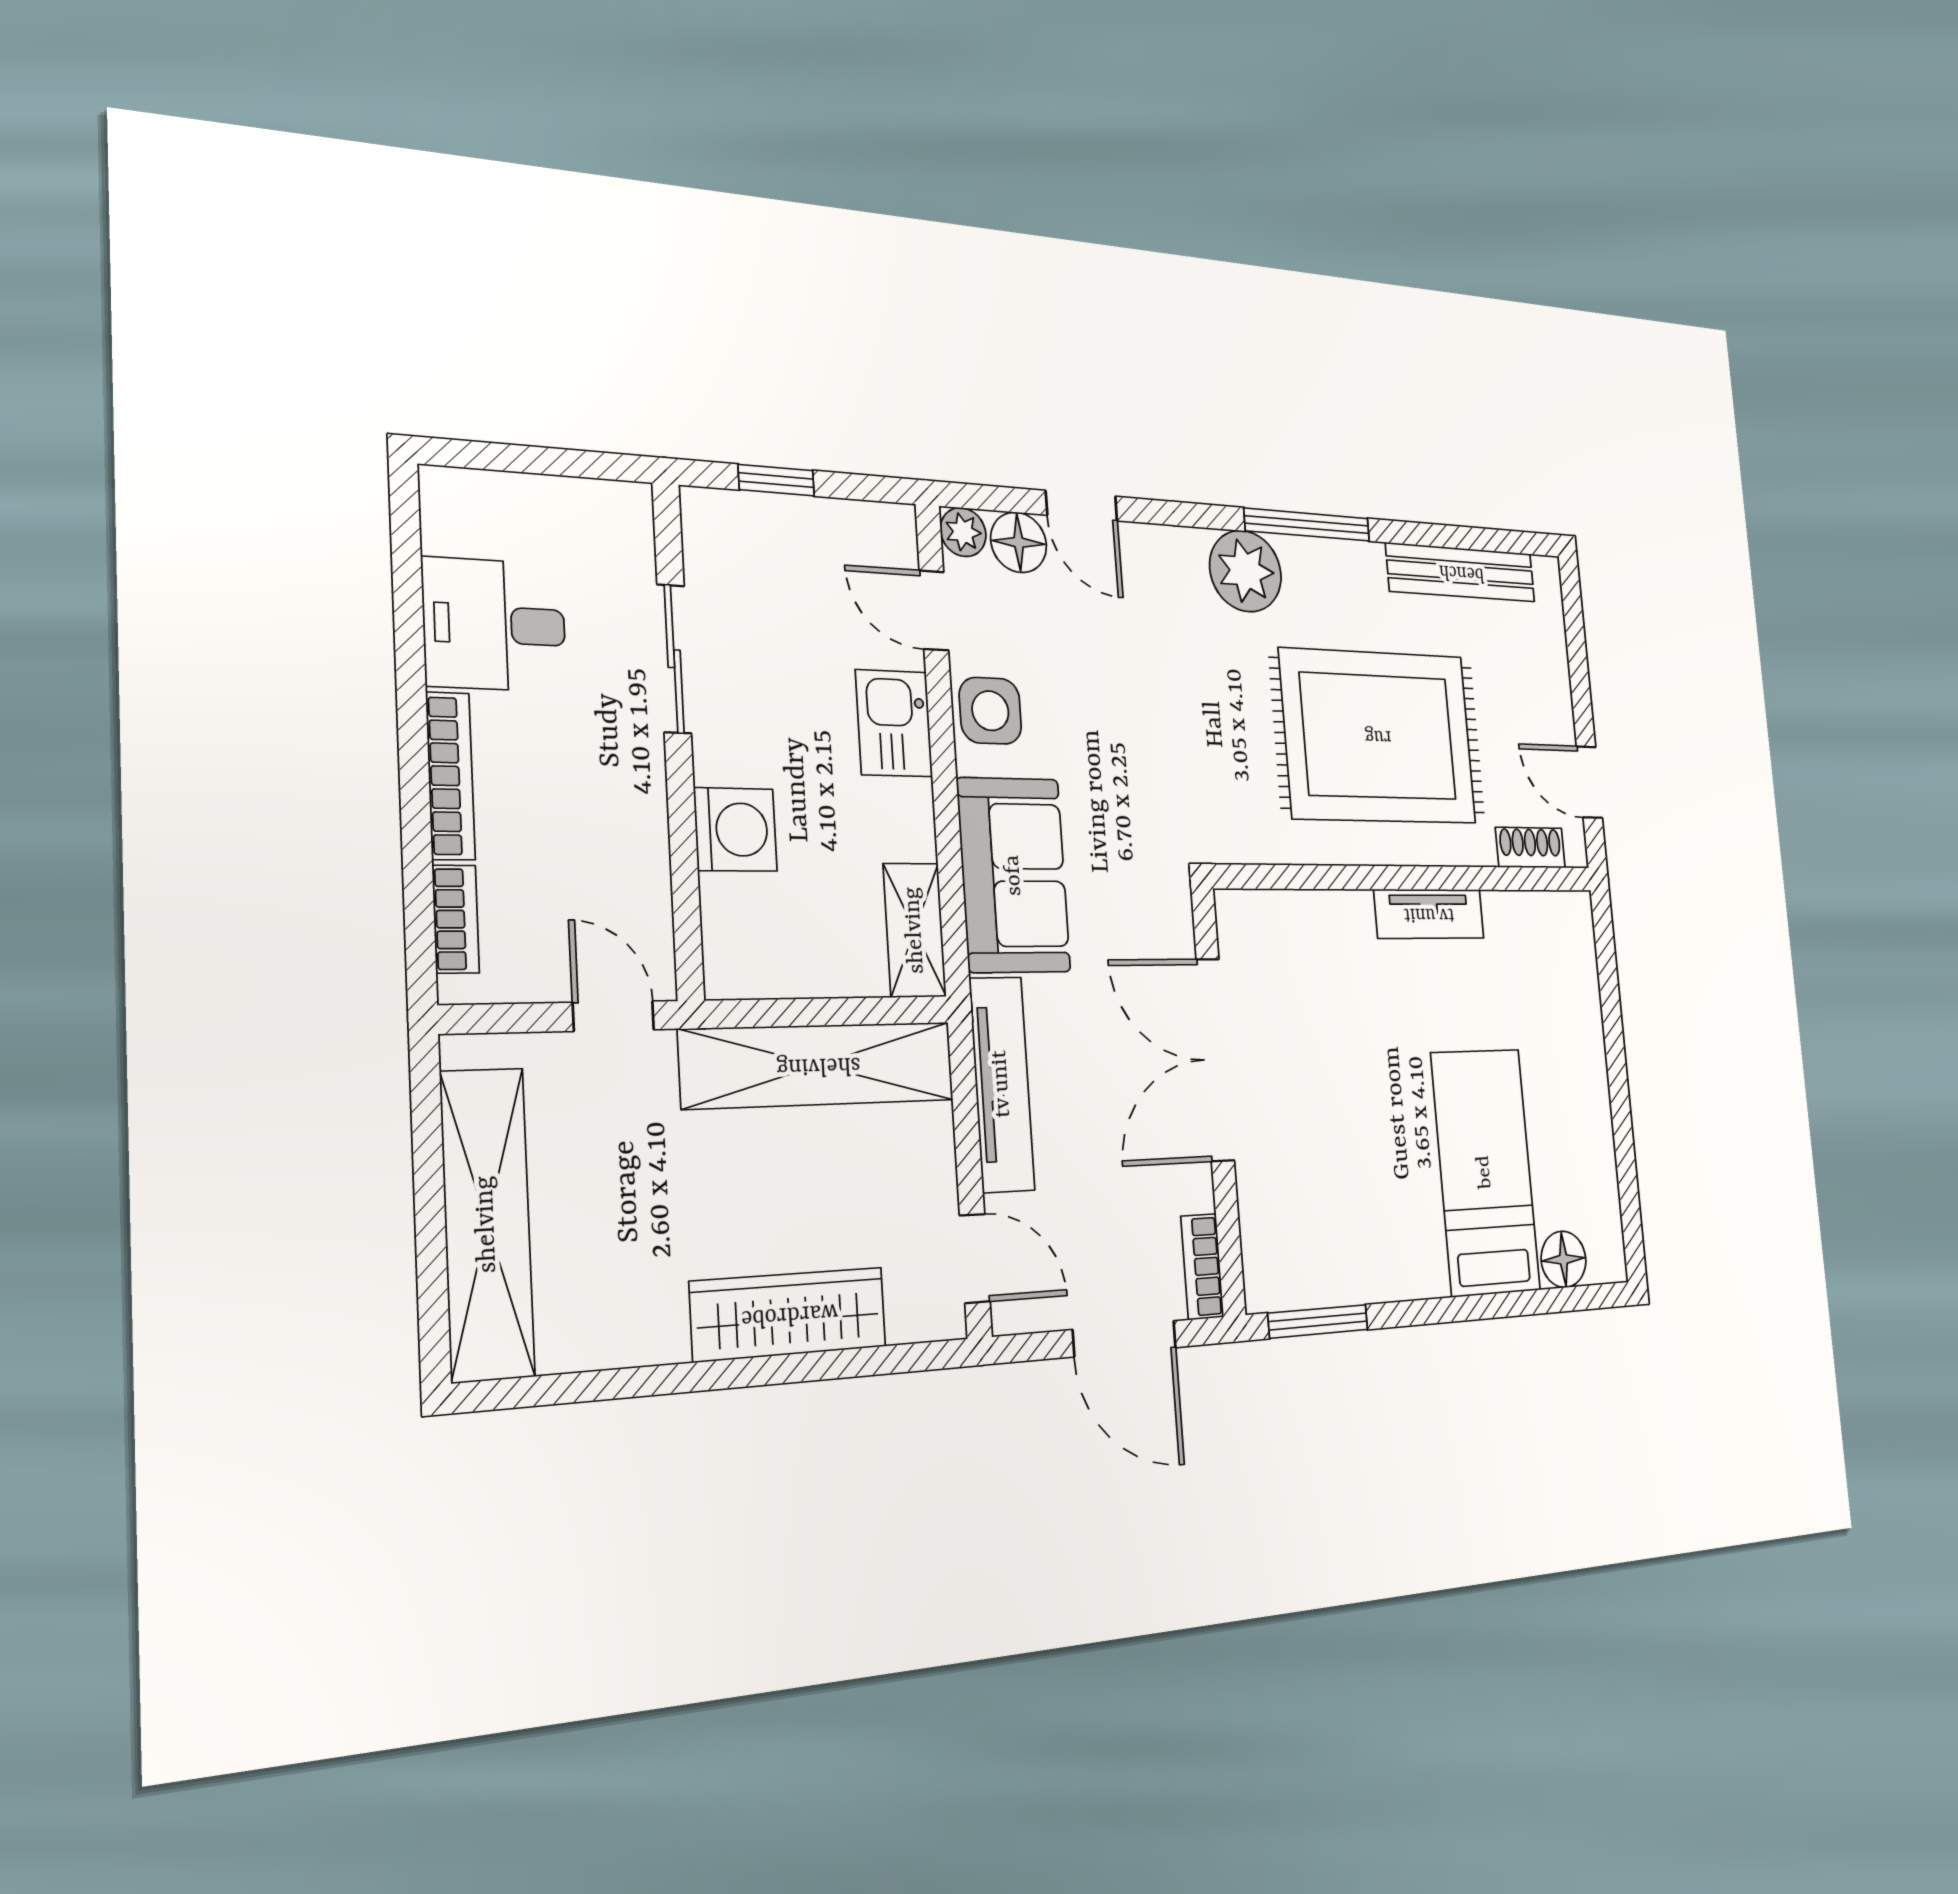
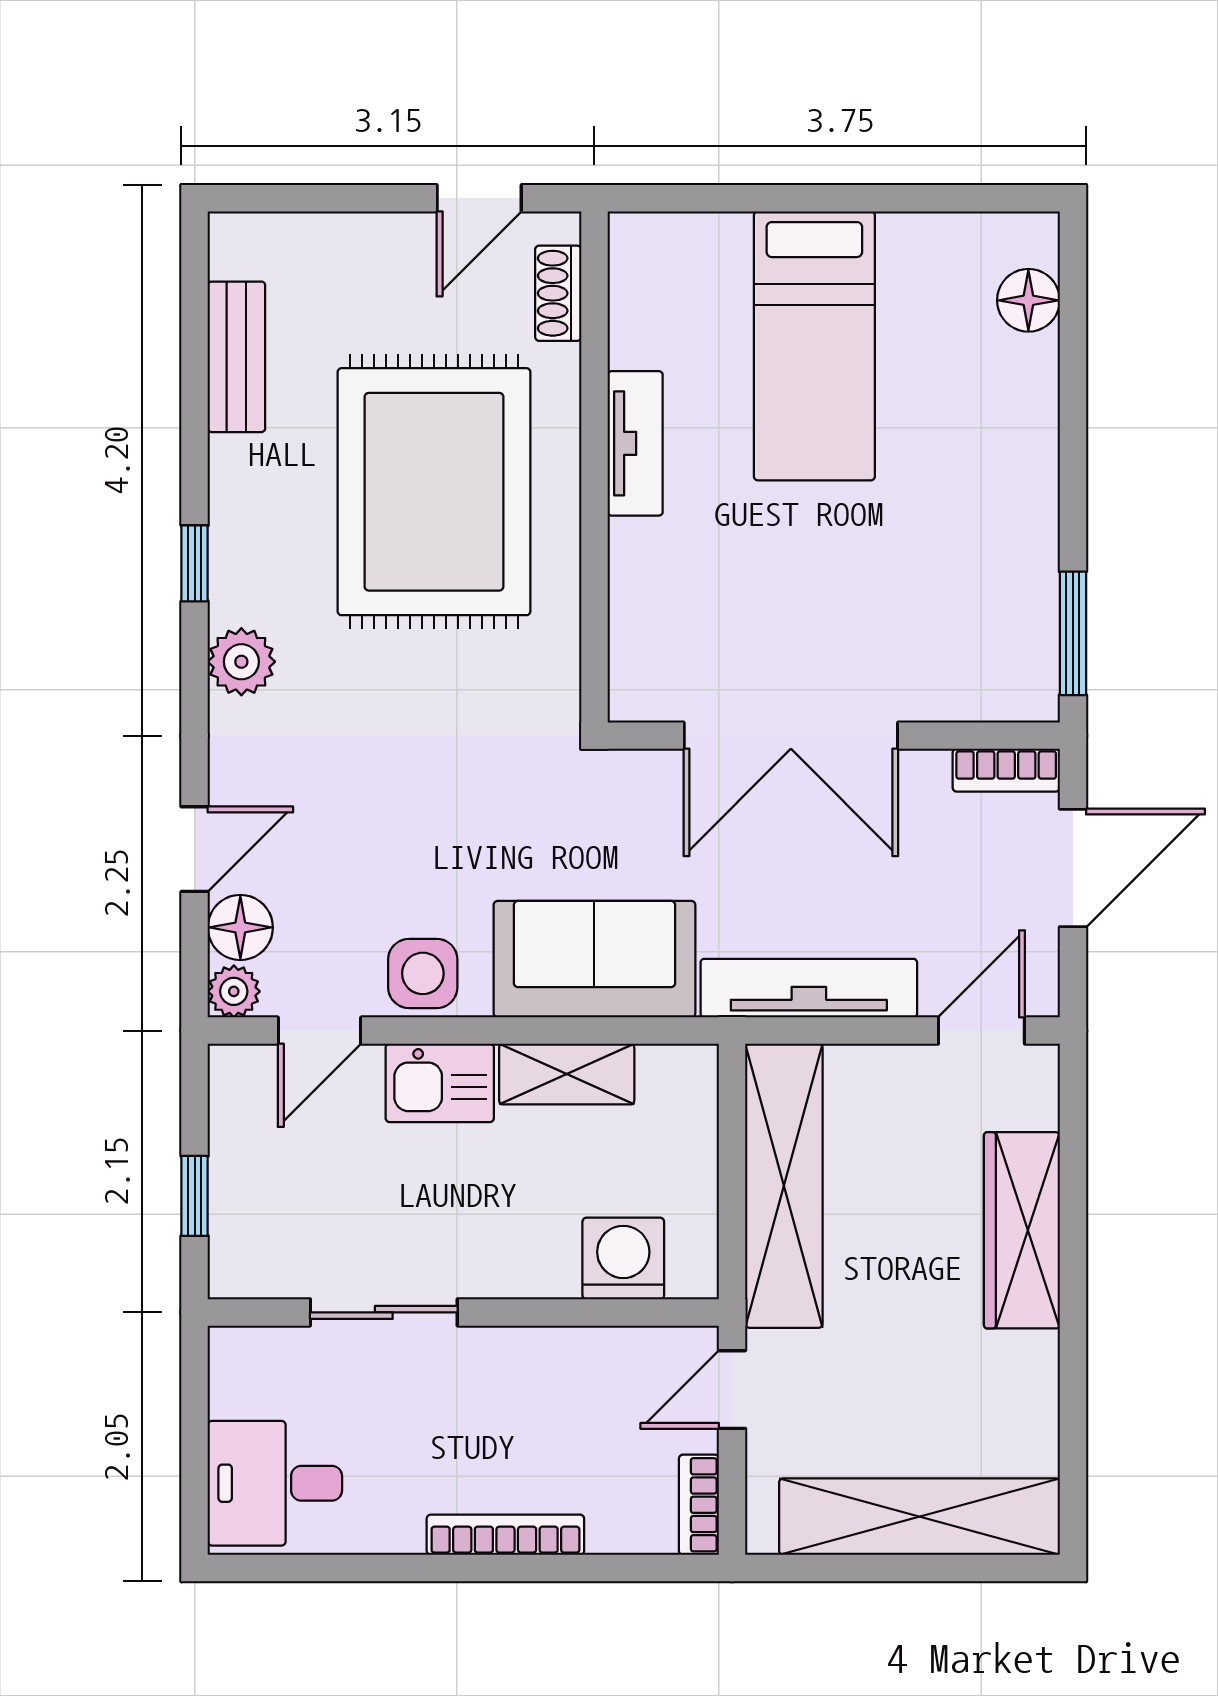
window: (1307, 525) -> (195, 563), width x0.46
plant: (1246, 571) -> (241, 662), width x0.73, depth x0.73
bench: (1461, 572) -> (236, 357), width x0.73
desk: (495, 625) -> (275, 1483), moved, turned 90
washing machine: (735, 829) -> (623, 1258), moved
bookcase: (456, 919) -> (699, 1505), moved, turned -90
shelving: (915, 930) -> (567, 1074), moved
bed: (1485, 1172) -> (814, 346), moved, turned -90

